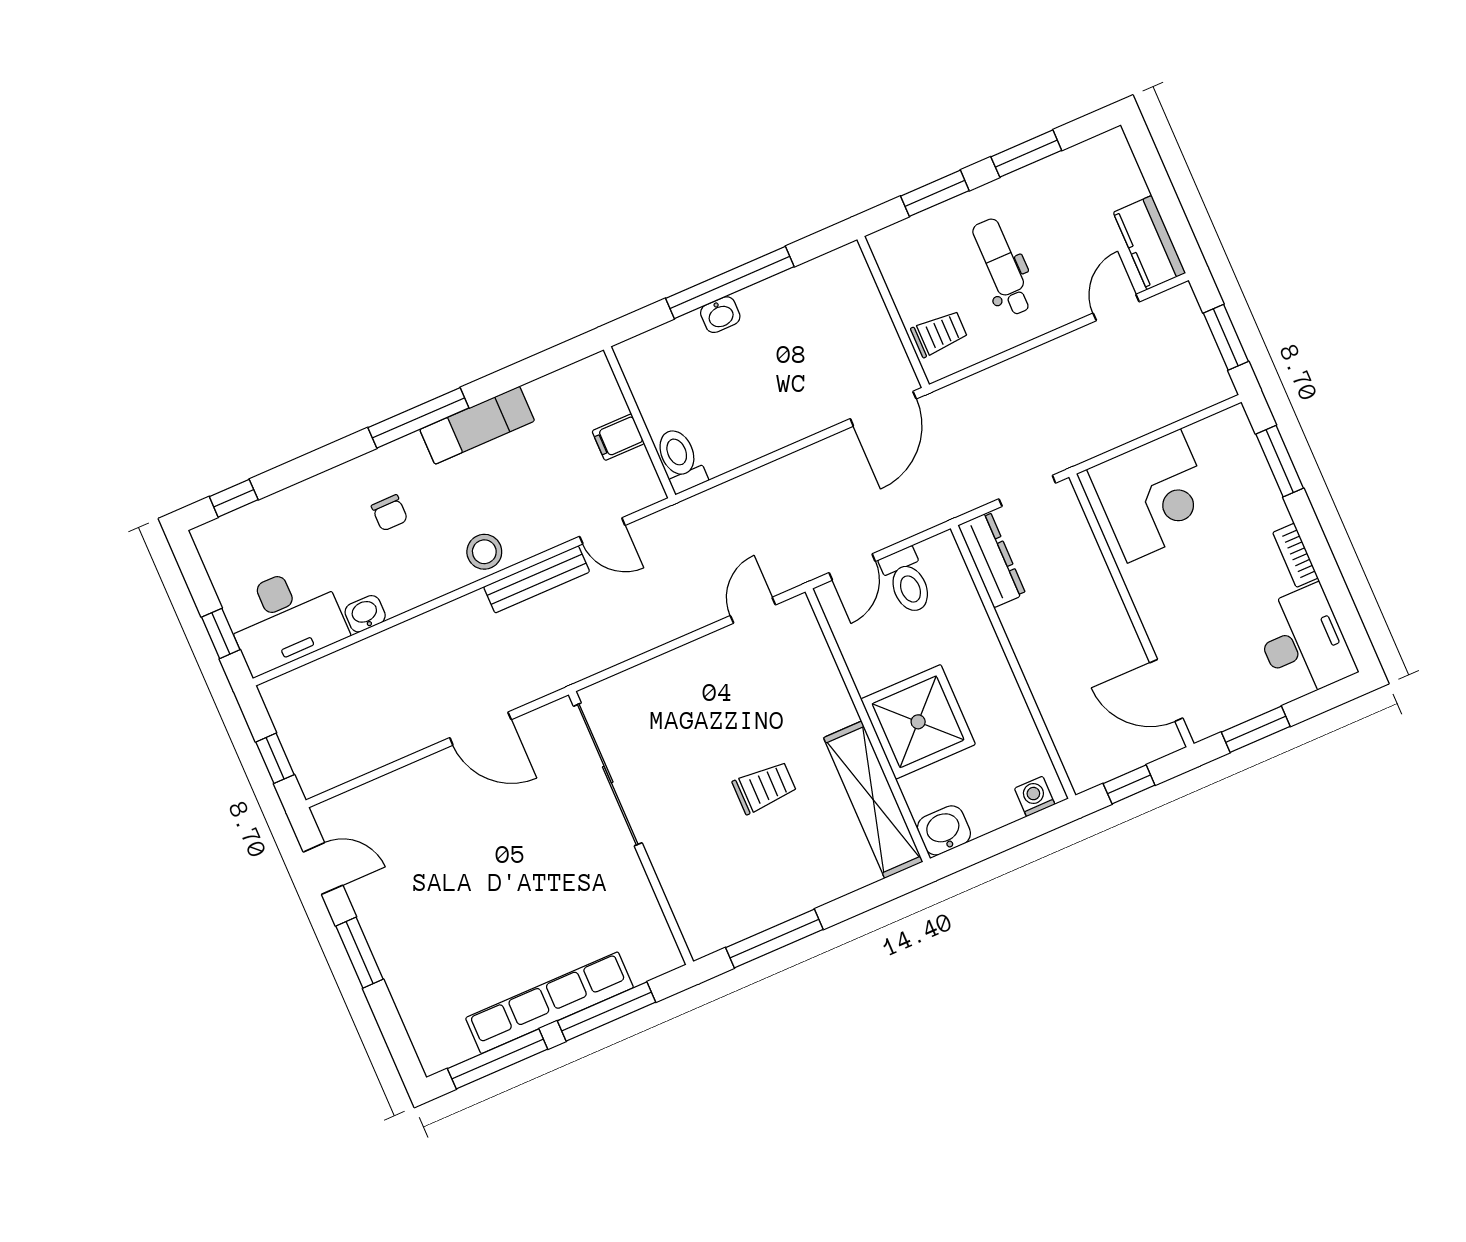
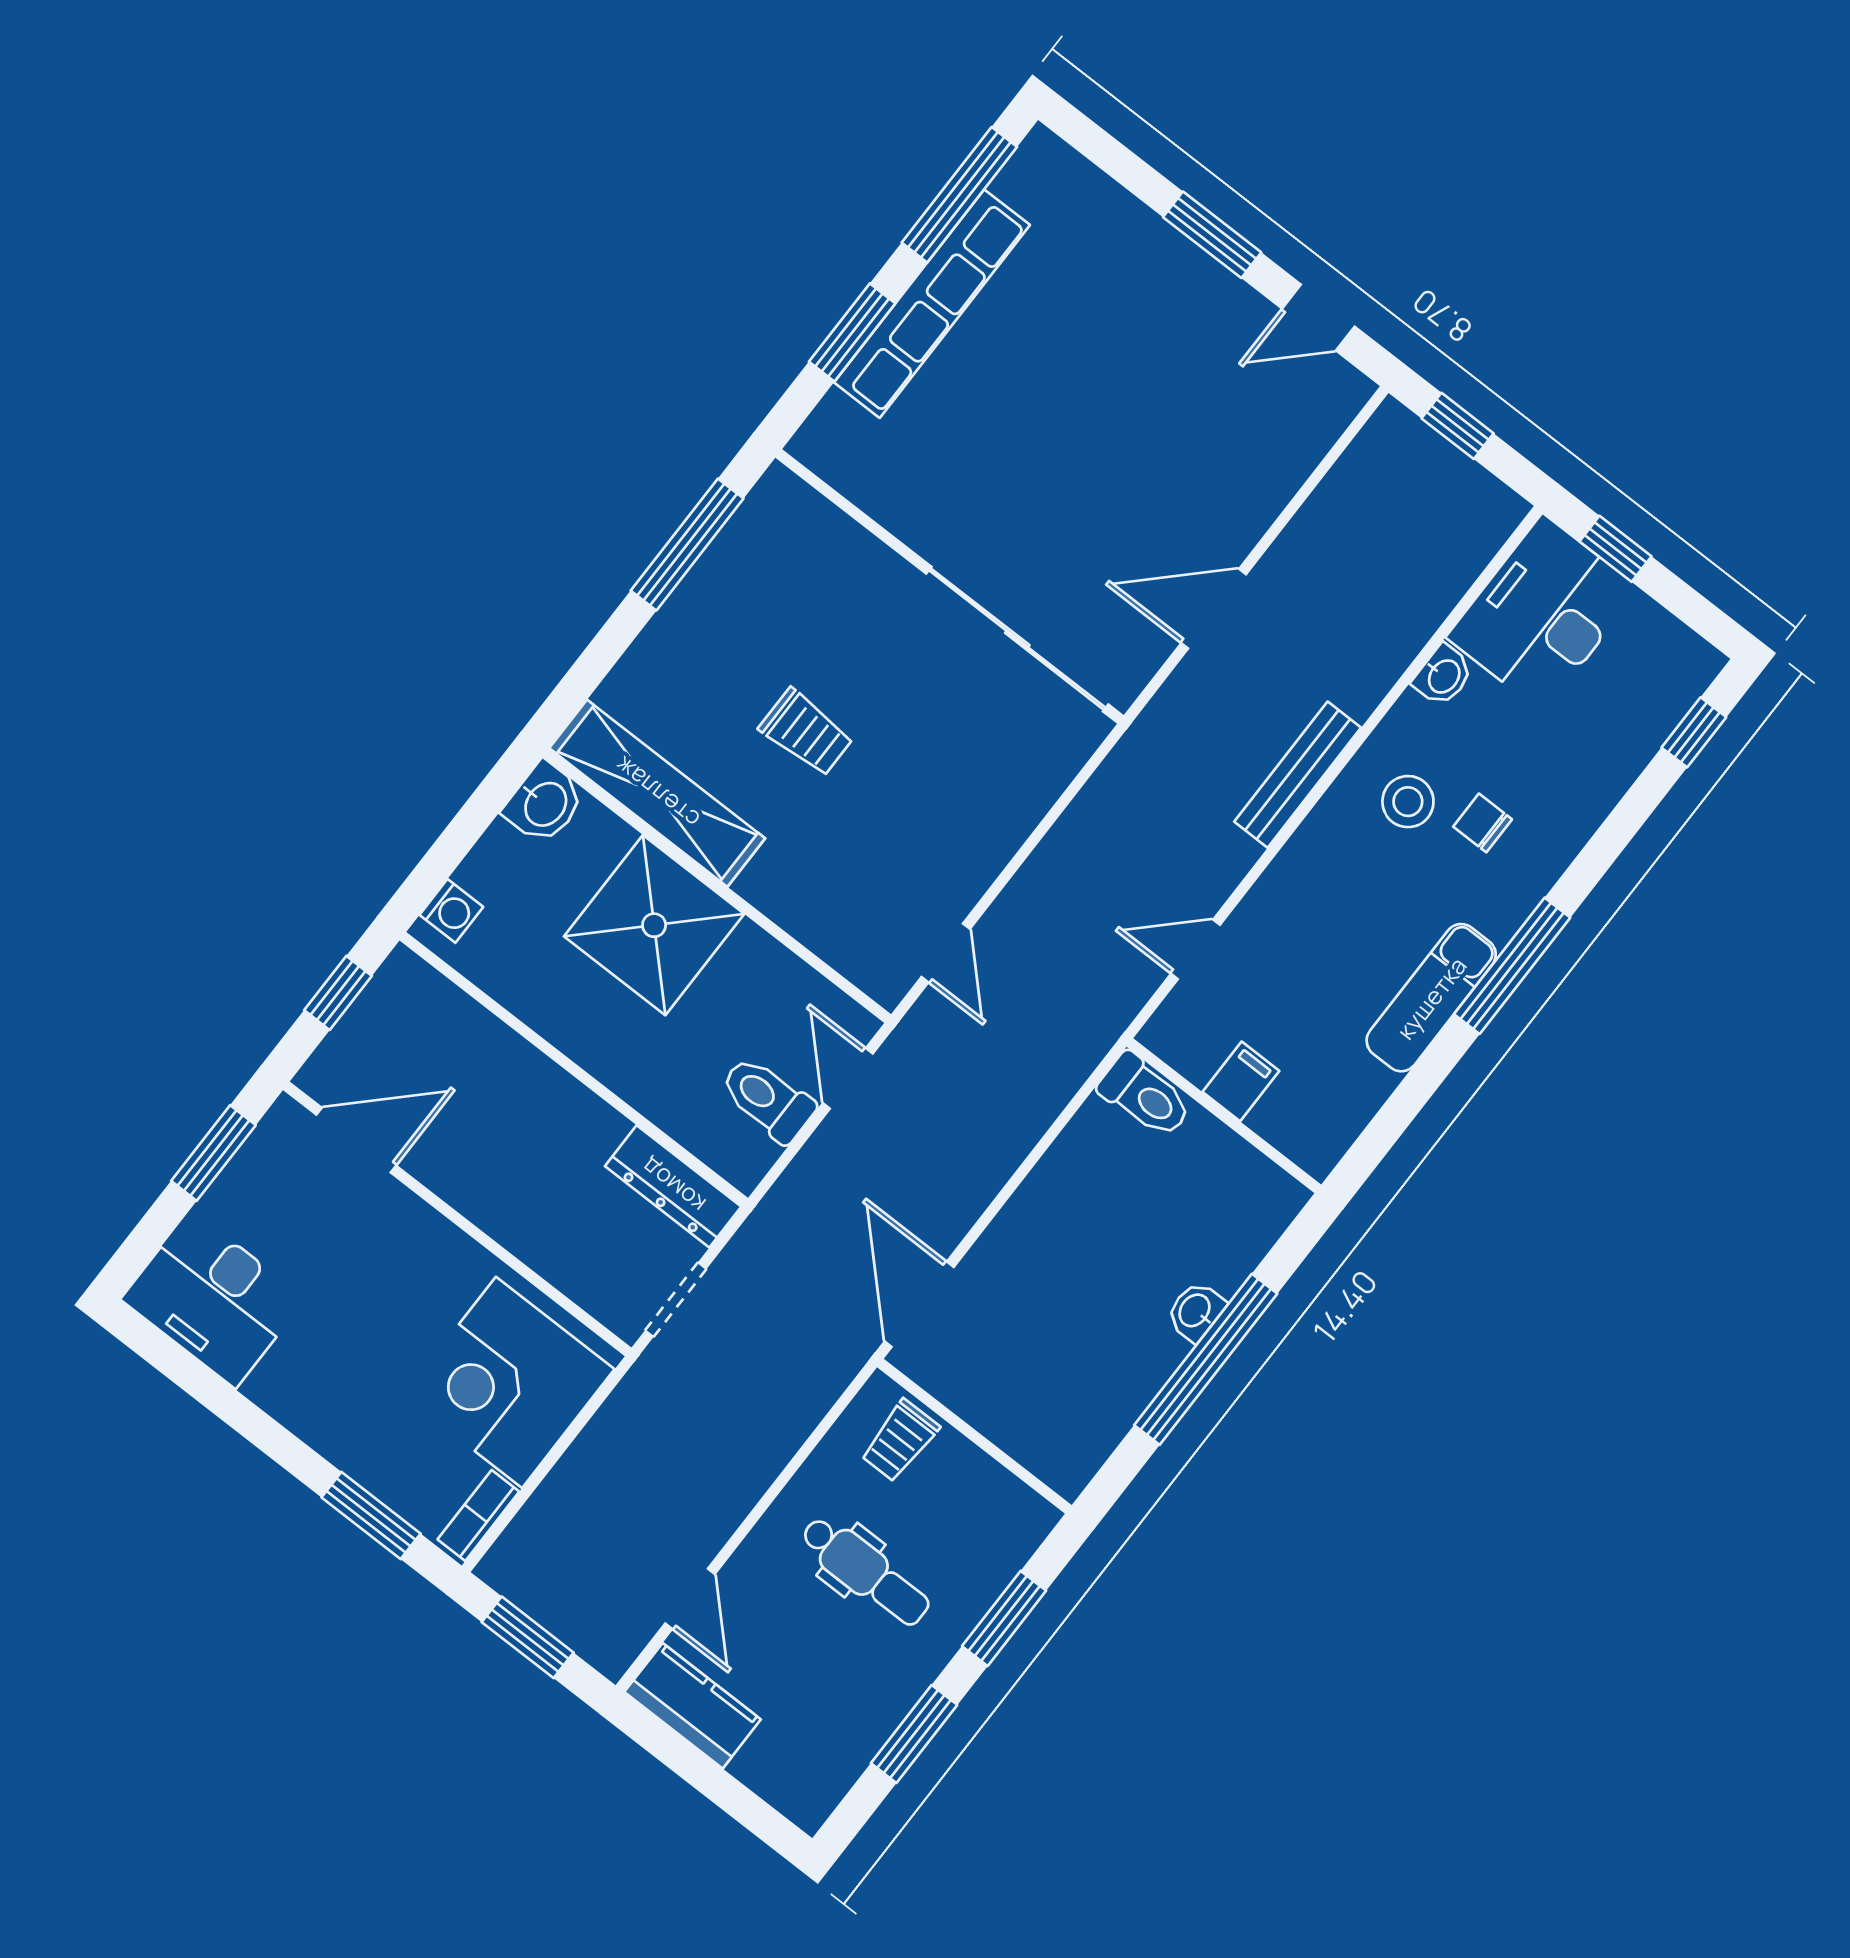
stool: (484, 552) -> (1408, 802), moved
bookcase: (1295, 555) -> (478, 1516), moved, turned -90
bench: (537, 579) -> (1298, 775), moved
trolley: (764, 787) -> (806, 733), turned -90
window: (607, 1012) -> (852, 332), width x0.69

